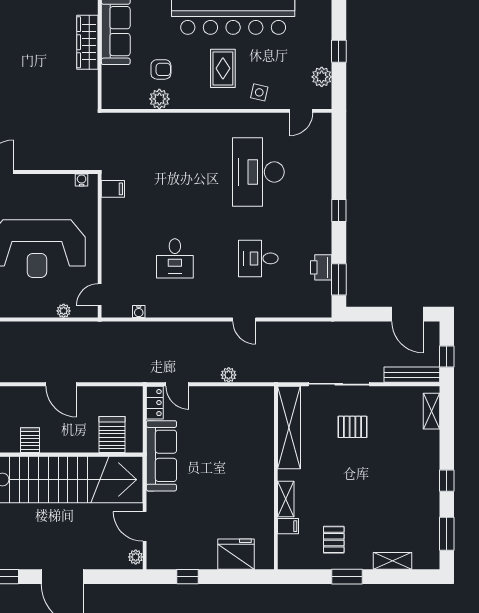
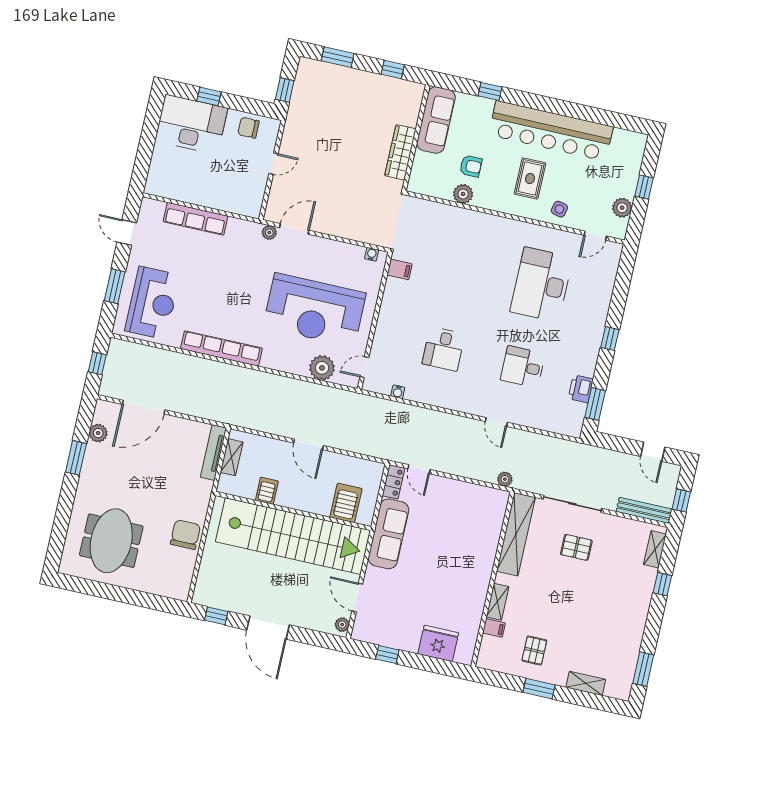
wardrobe: (87, 42) -> (400, 152), moved
plant: (64, 311) -> (322, 368), width x1.88, depth x1.88
door: (407, 314) -> (653, 452), width x0.73
plant: (229, 375) -> (505, 479), moved
window: (447, 481) -> (662, 584), moved

